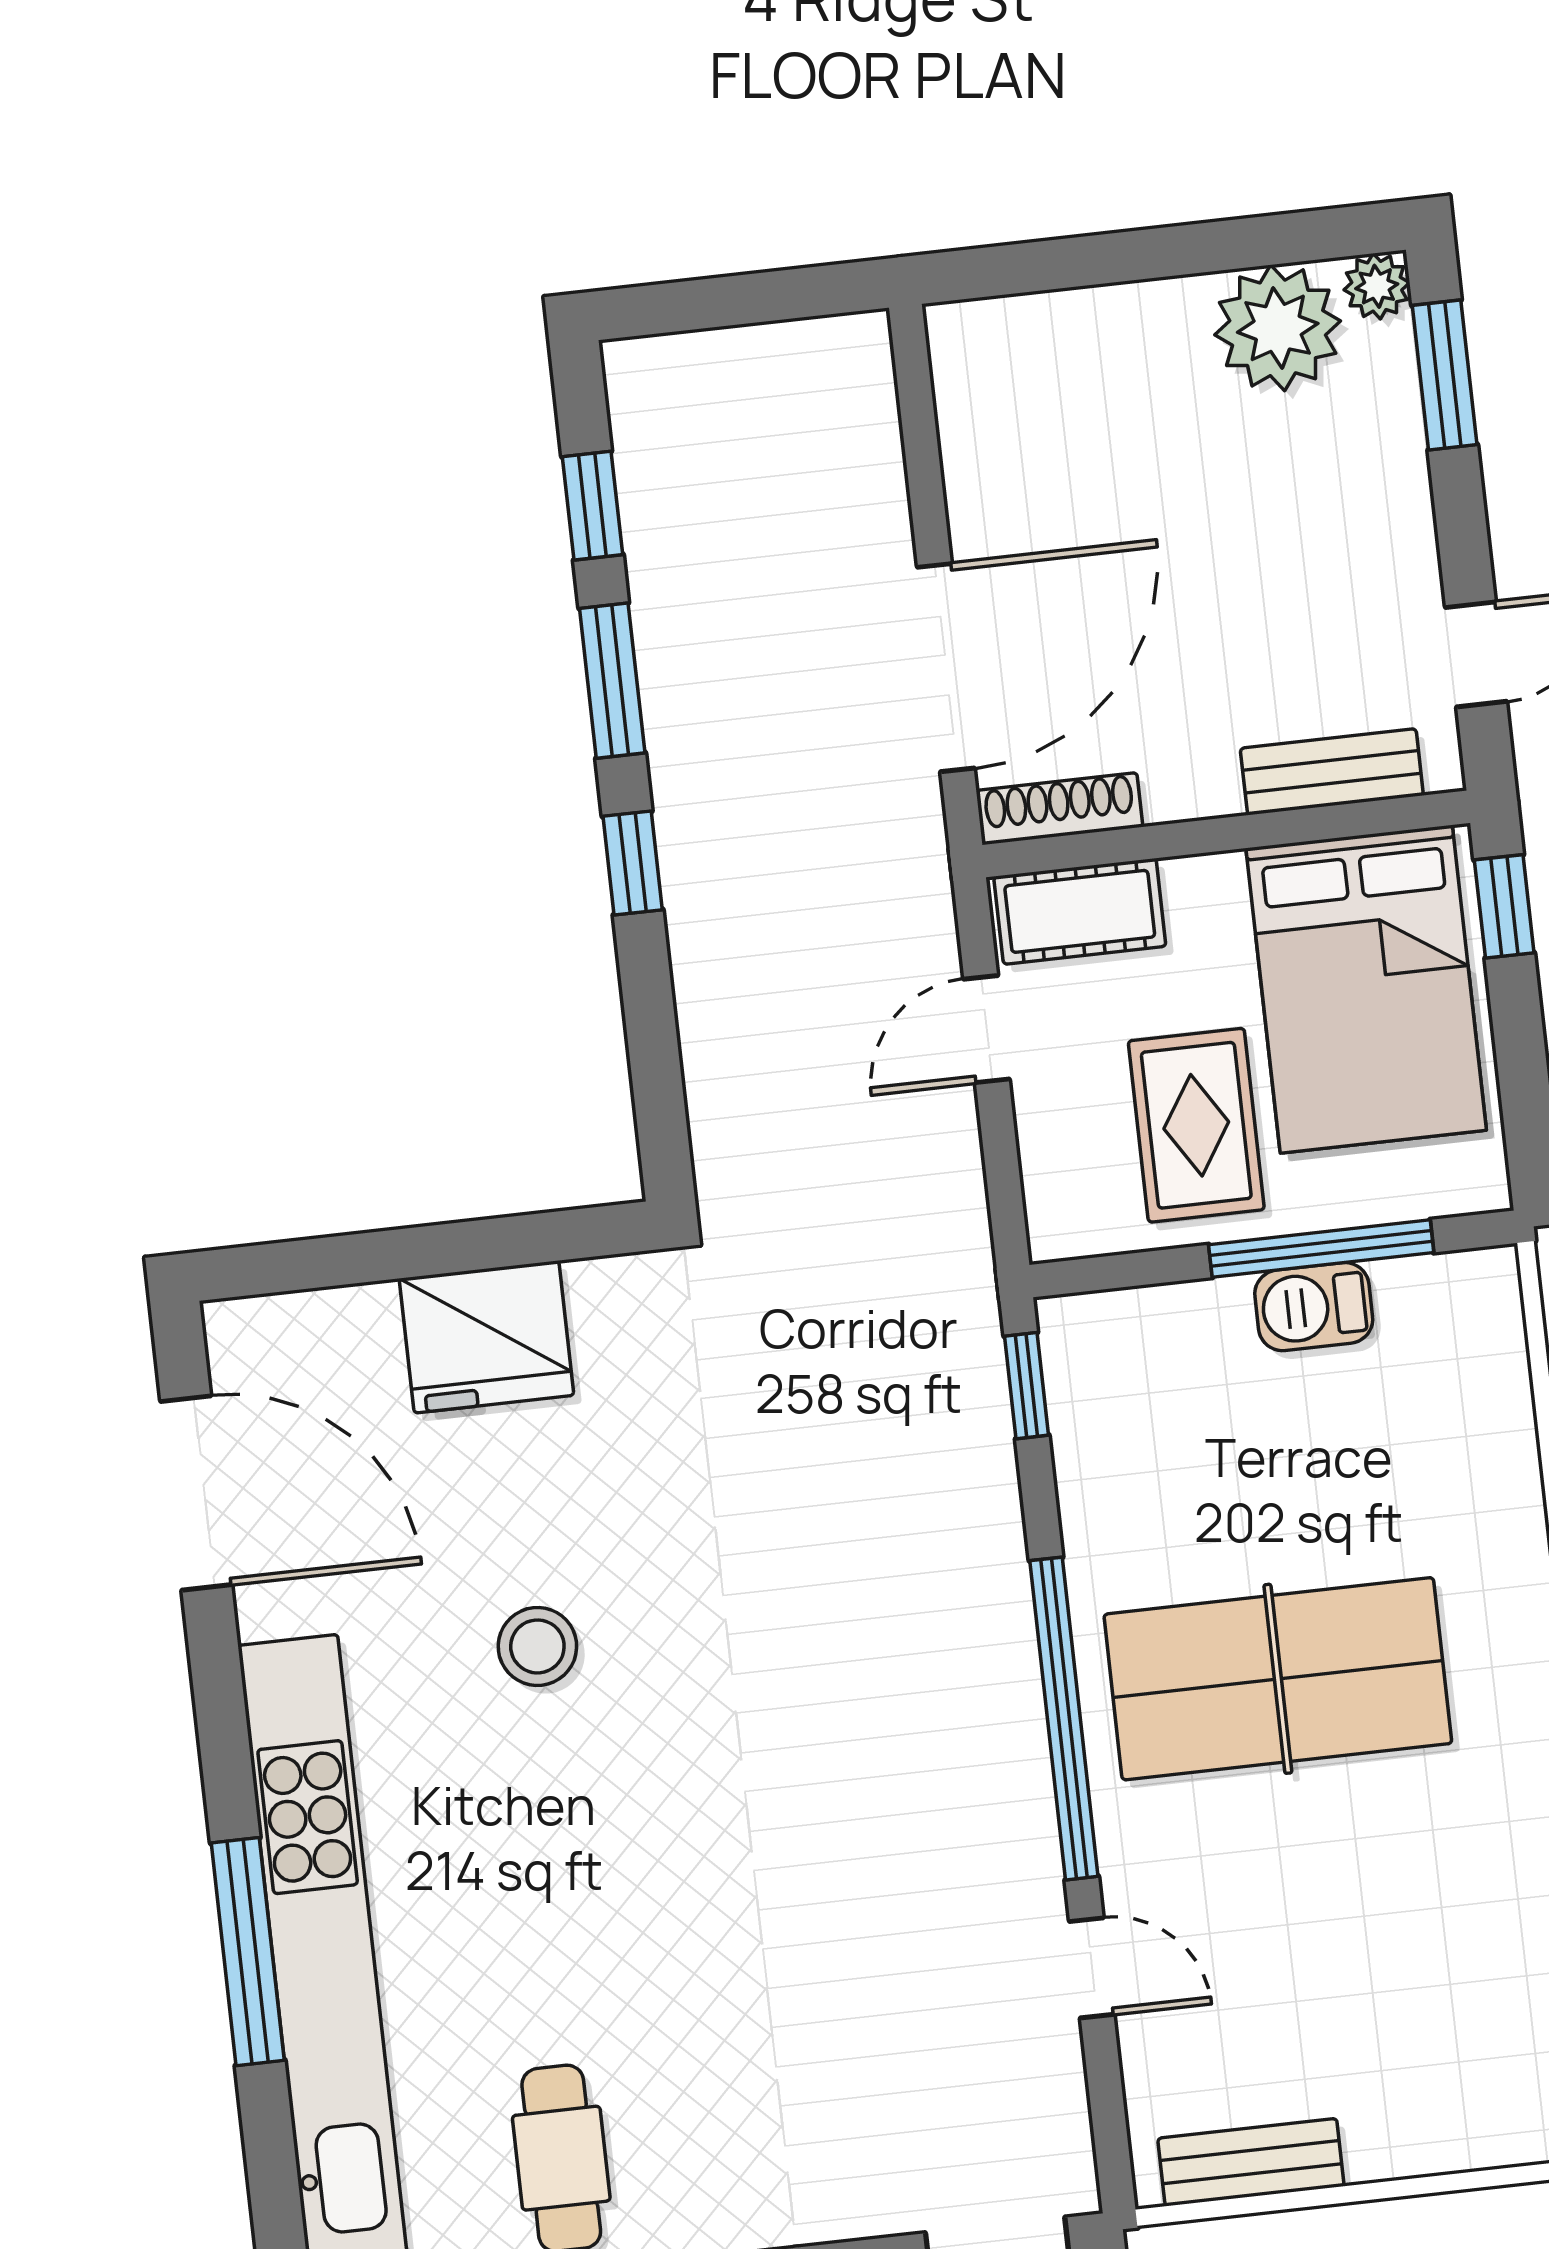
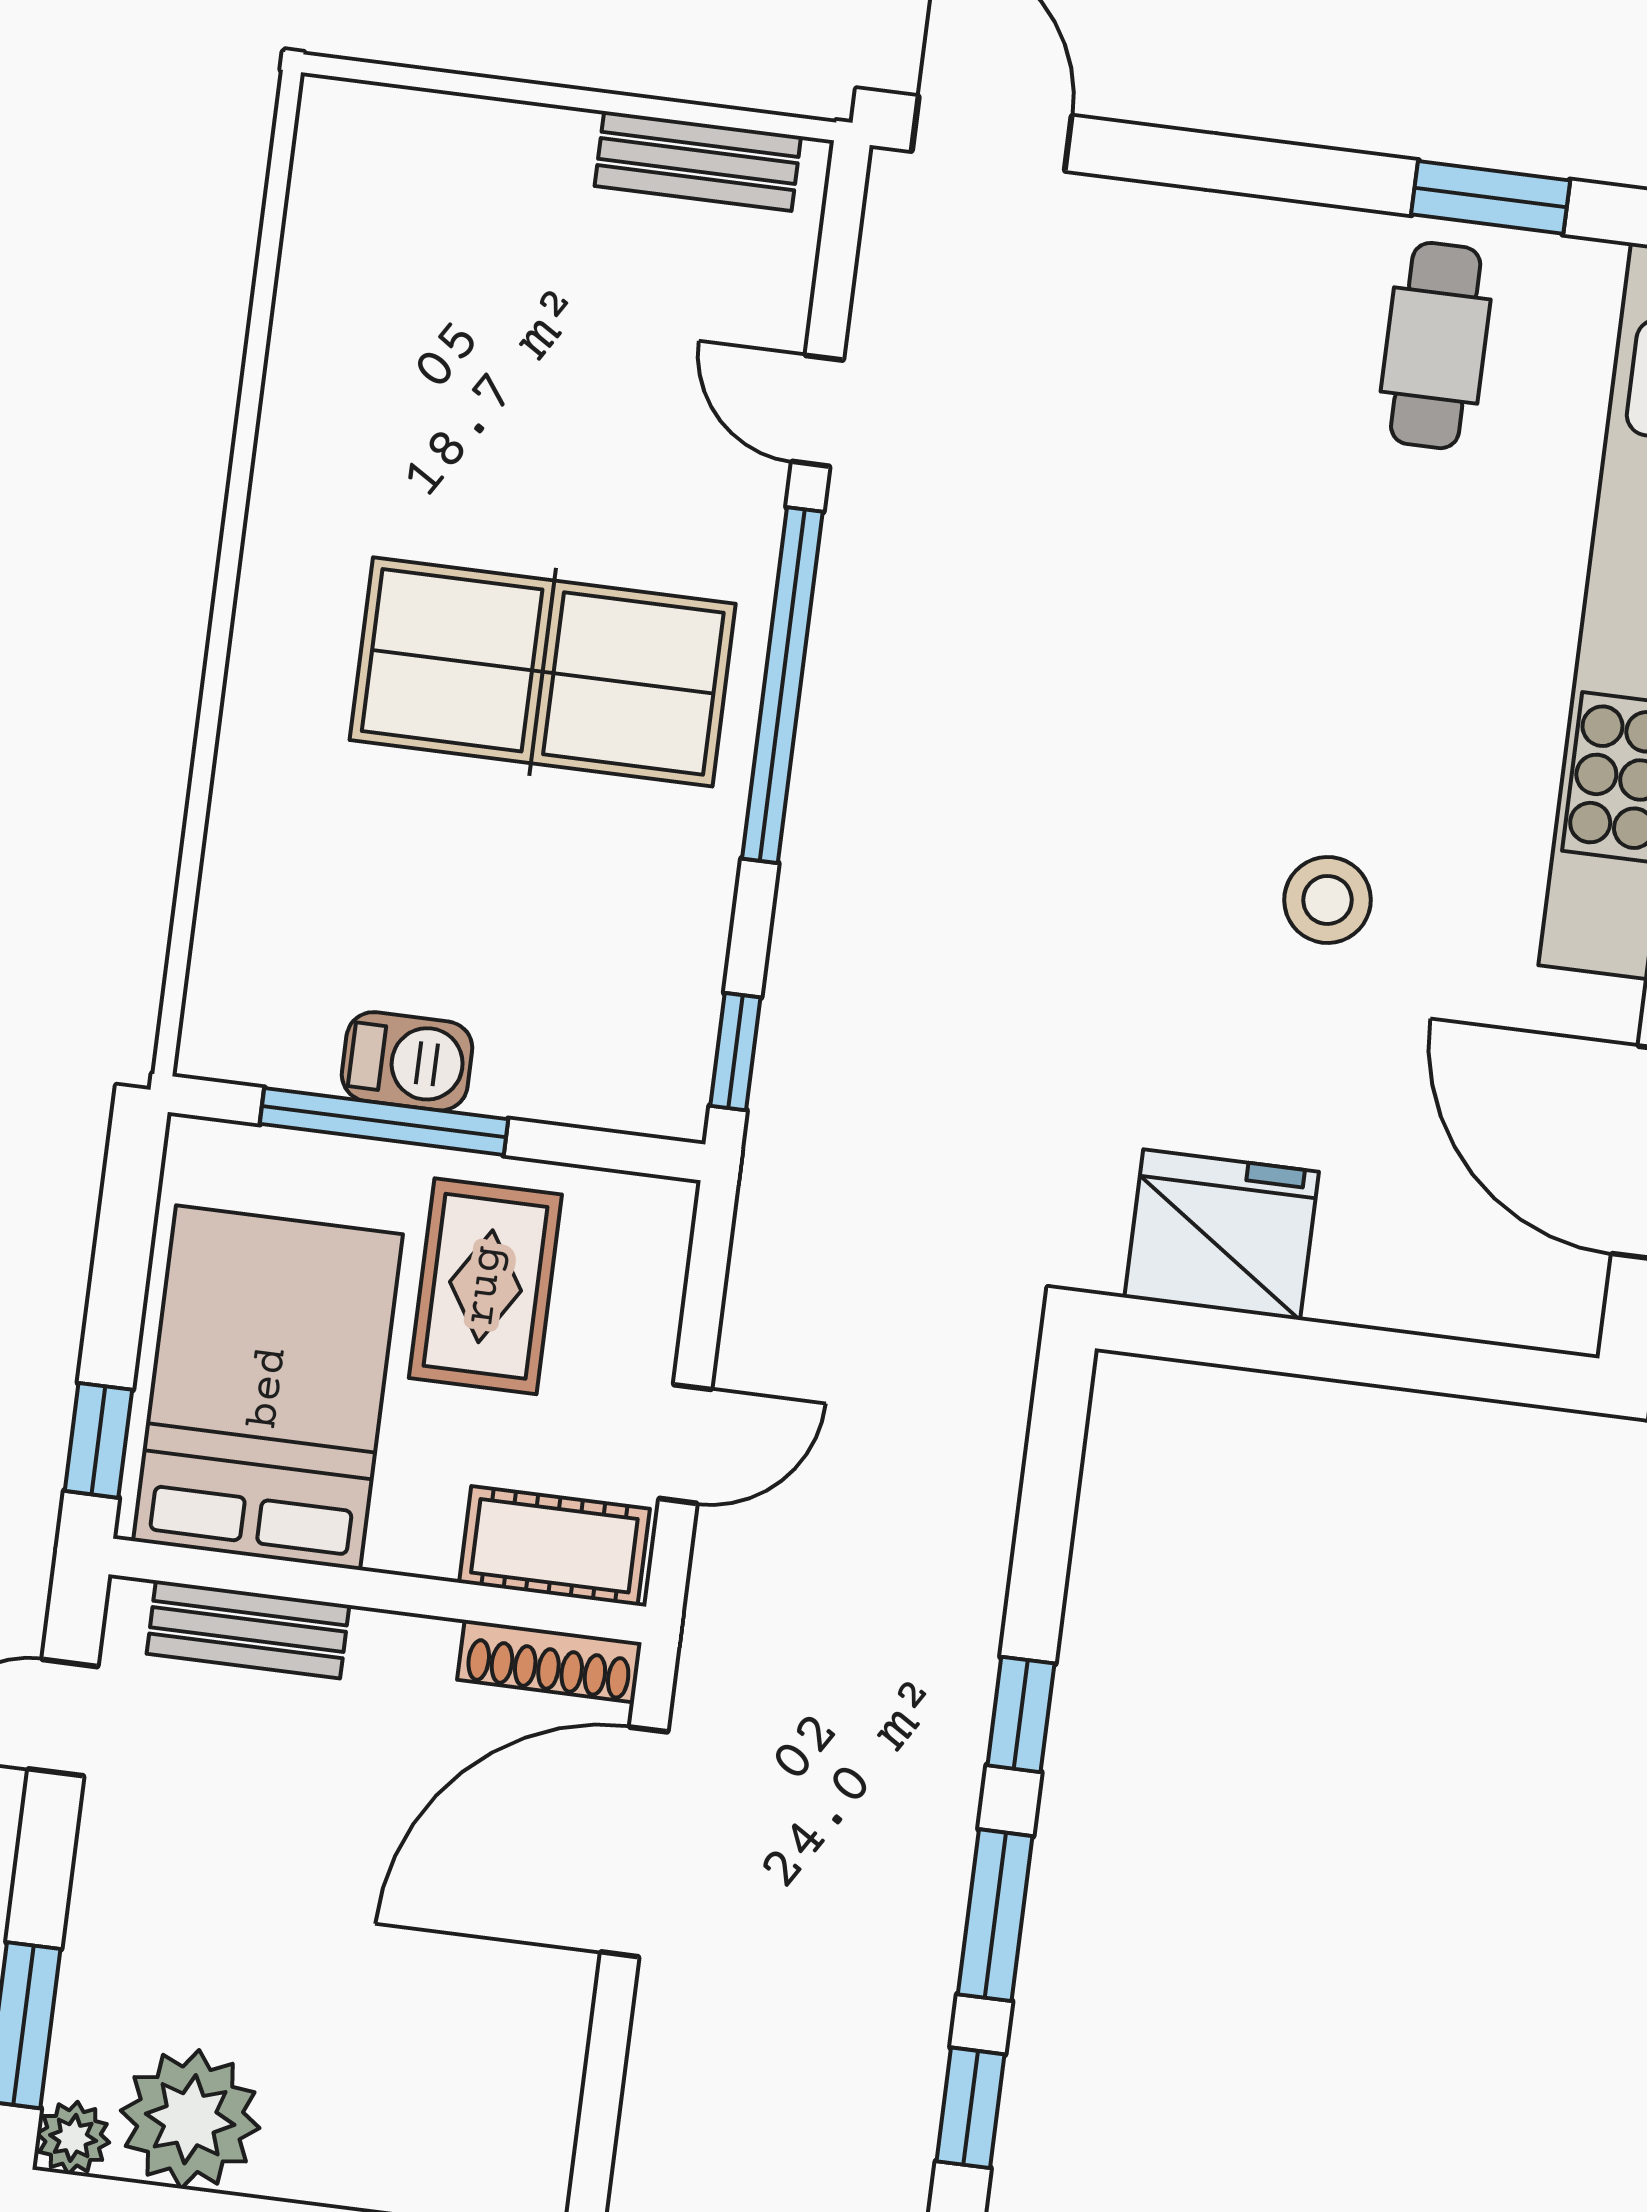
fridge: (486, 1337) -> (1222, 1235), moved

